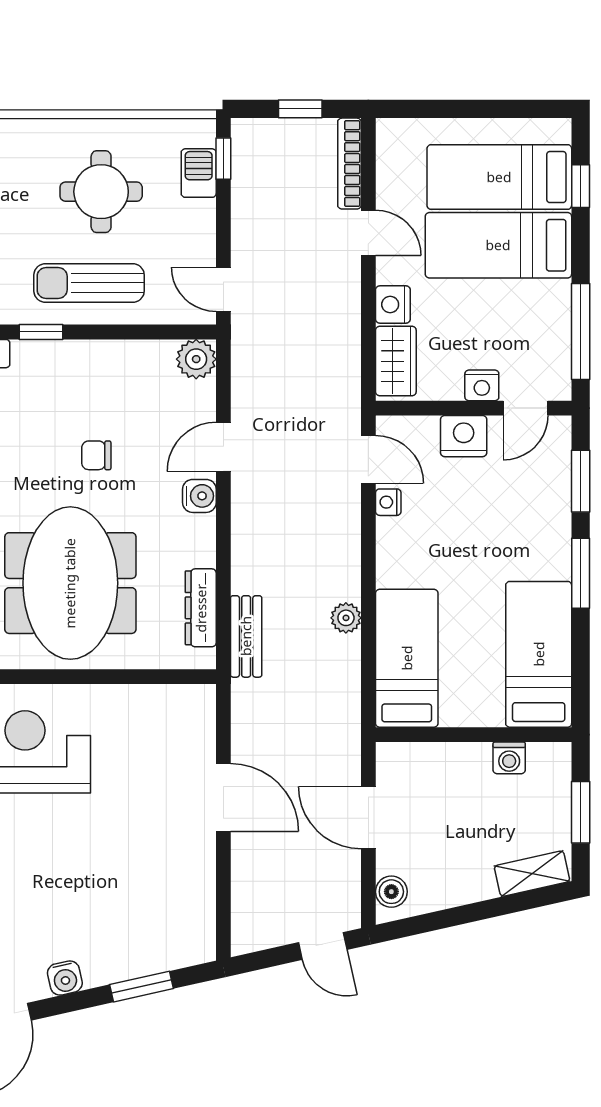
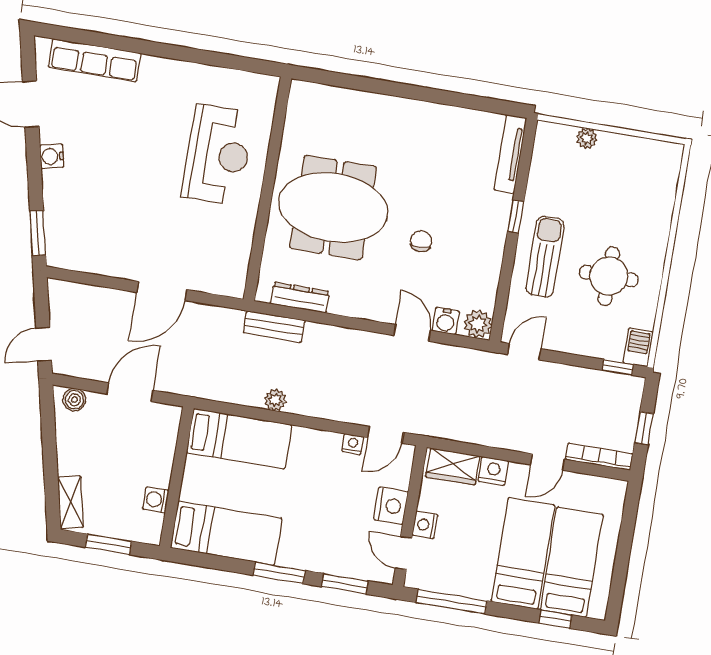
barbecue: (199, 173) -> (638, 347), moved, turned -90
water cooler: (199, 496) -> (446, 321), moved
window: (142, 987) -> (38, 233), moved

